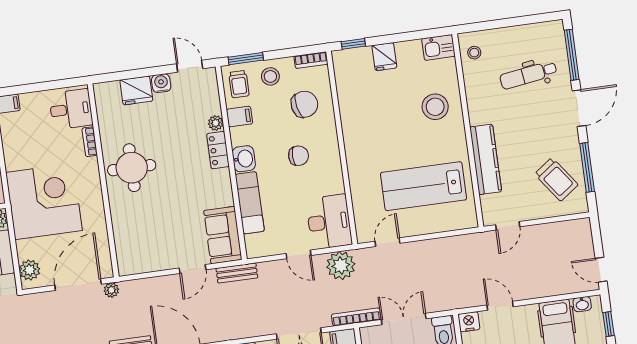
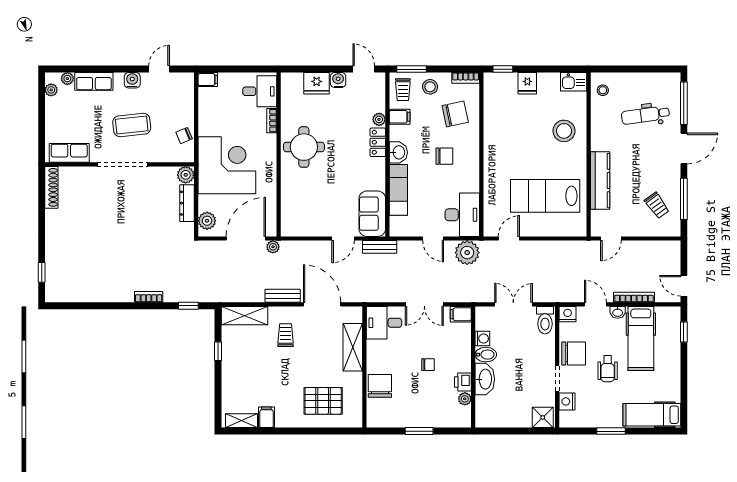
trolley: (556, 179) -> (657, 205), width x0.73, depth x0.72
washbasin: (582, 304) -> (618, 312), moved
bookcase: (356, 317) -> (634, 297), moved

